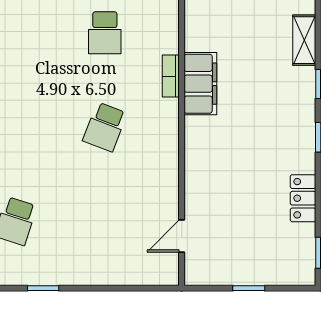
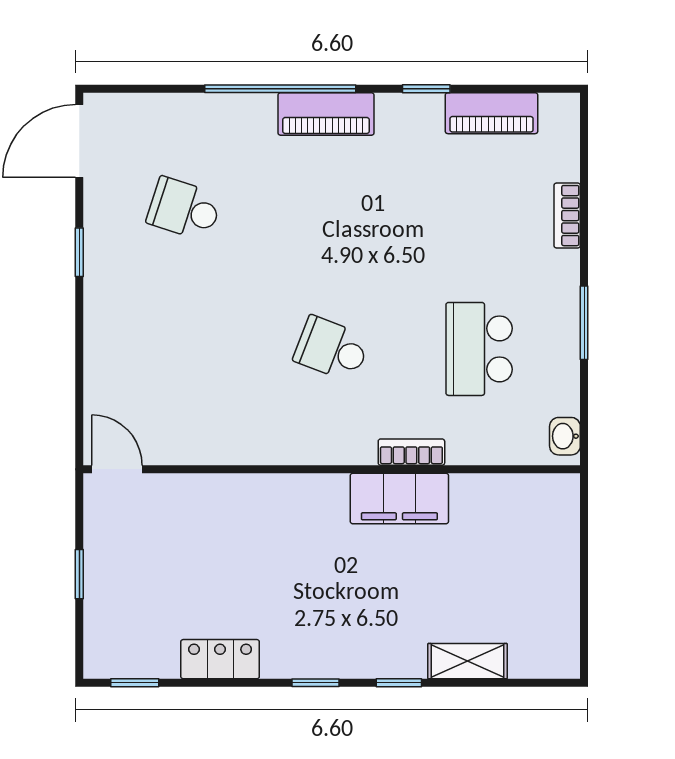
school desk: (105, 33) -> (479, 349), width x1.85
door: (182, 236) -> (117, 469), moved

